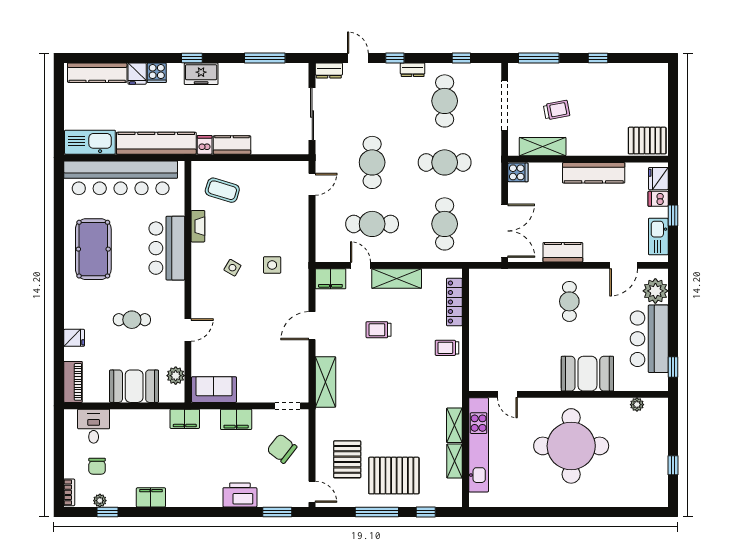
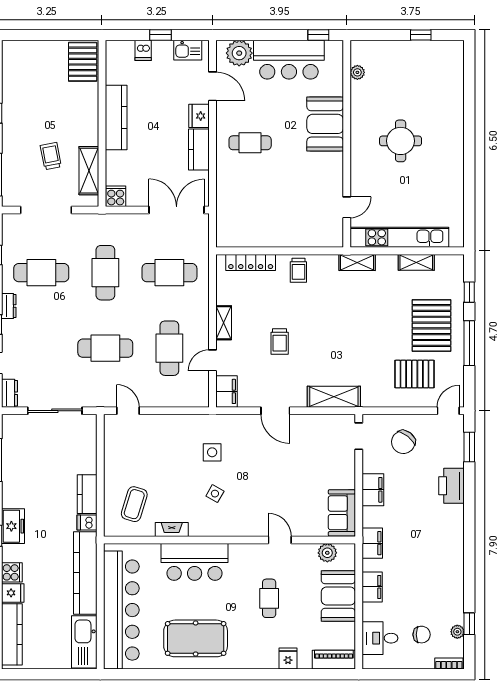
fridge: (658, 179) -> (199, 116), moved, turned 90
kitchen sink: (658, 237) -> (188, 50), width x0.73
shelving: (397, 279) -> (224, 323), width x0.67, depth x0.75
shelving: (454, 425) -> (357, 262), moved
round table: (571, 446) -> (401, 141), width x0.54, depth x0.54
filing cabinet: (151, 497) -> (372, 587), moved, turned 180

